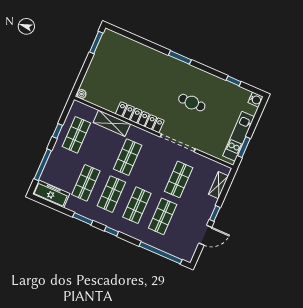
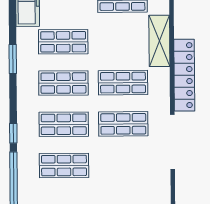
shop shelf: (179, 179) -> (123, 124), moved
window: (111, 231) -> (13, 133), moved

